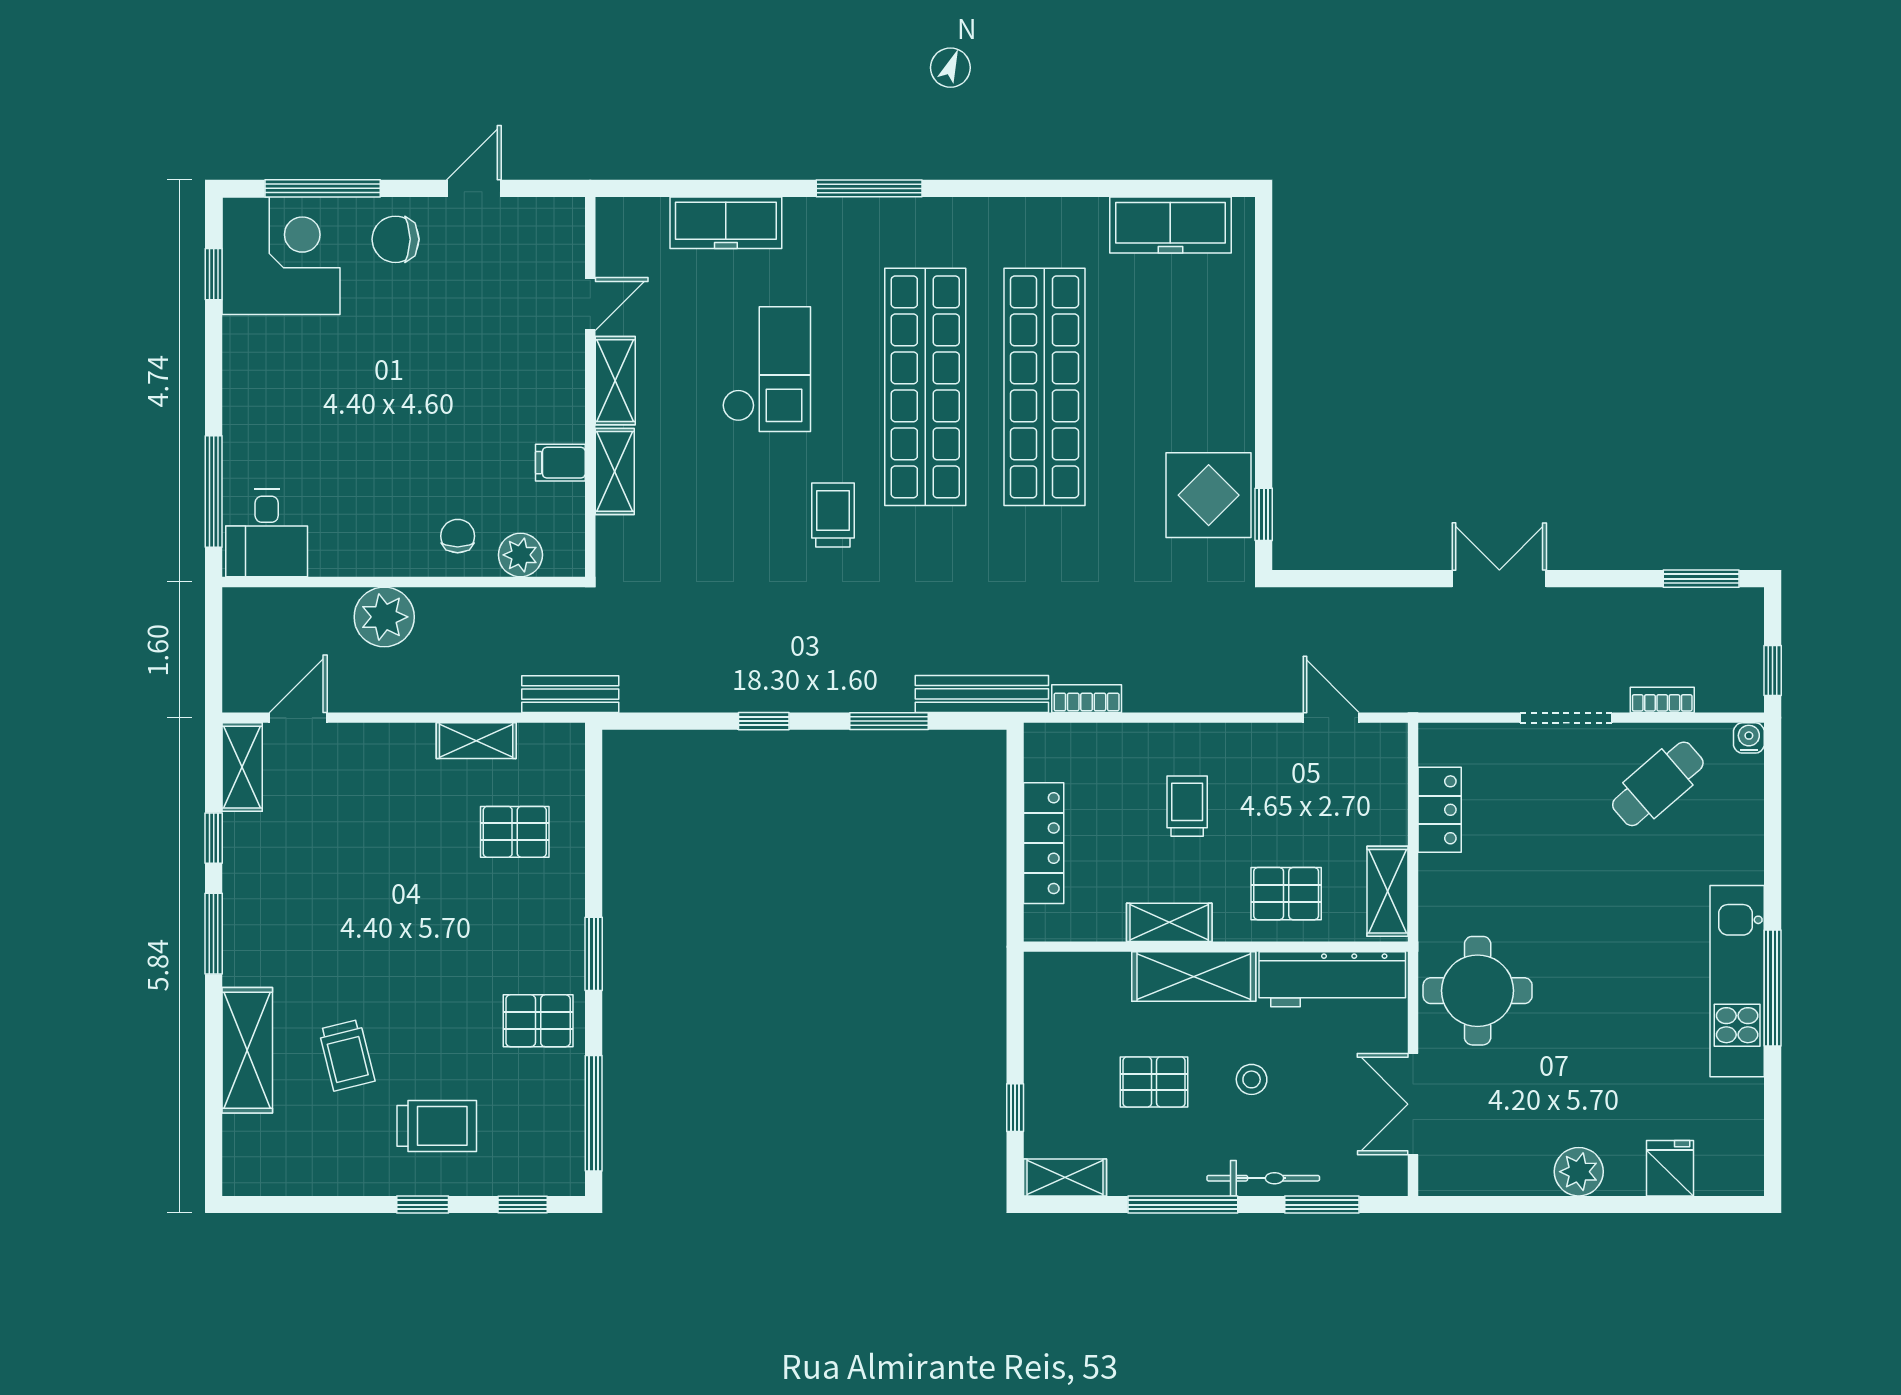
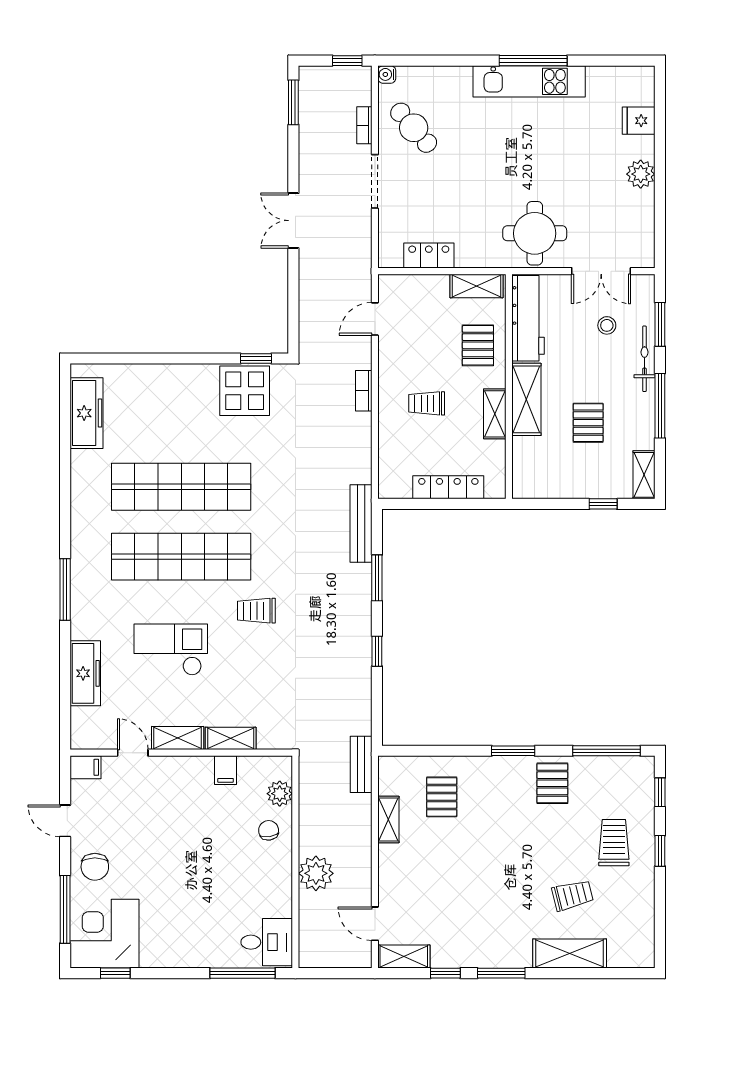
filing cabinet: (565, 223) -> (85, 767), added
chair: (458, 536) -> (269, 830), turned 81
bookcase: (1087, 699) -> (364, 391), moved
stool: (1252, 1079) -> (607, 325), moved

